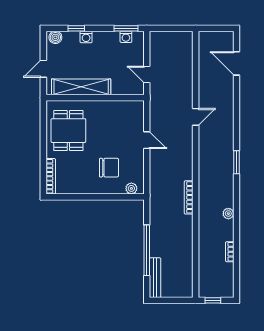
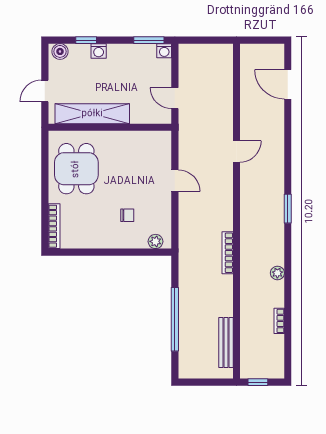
washing machine: (126, 37) -> (164, 51), moved
chair: (109, 168) -> (127, 215), width x0.54, depth x0.54
bench: (155, 278) -> (226, 343), moved

